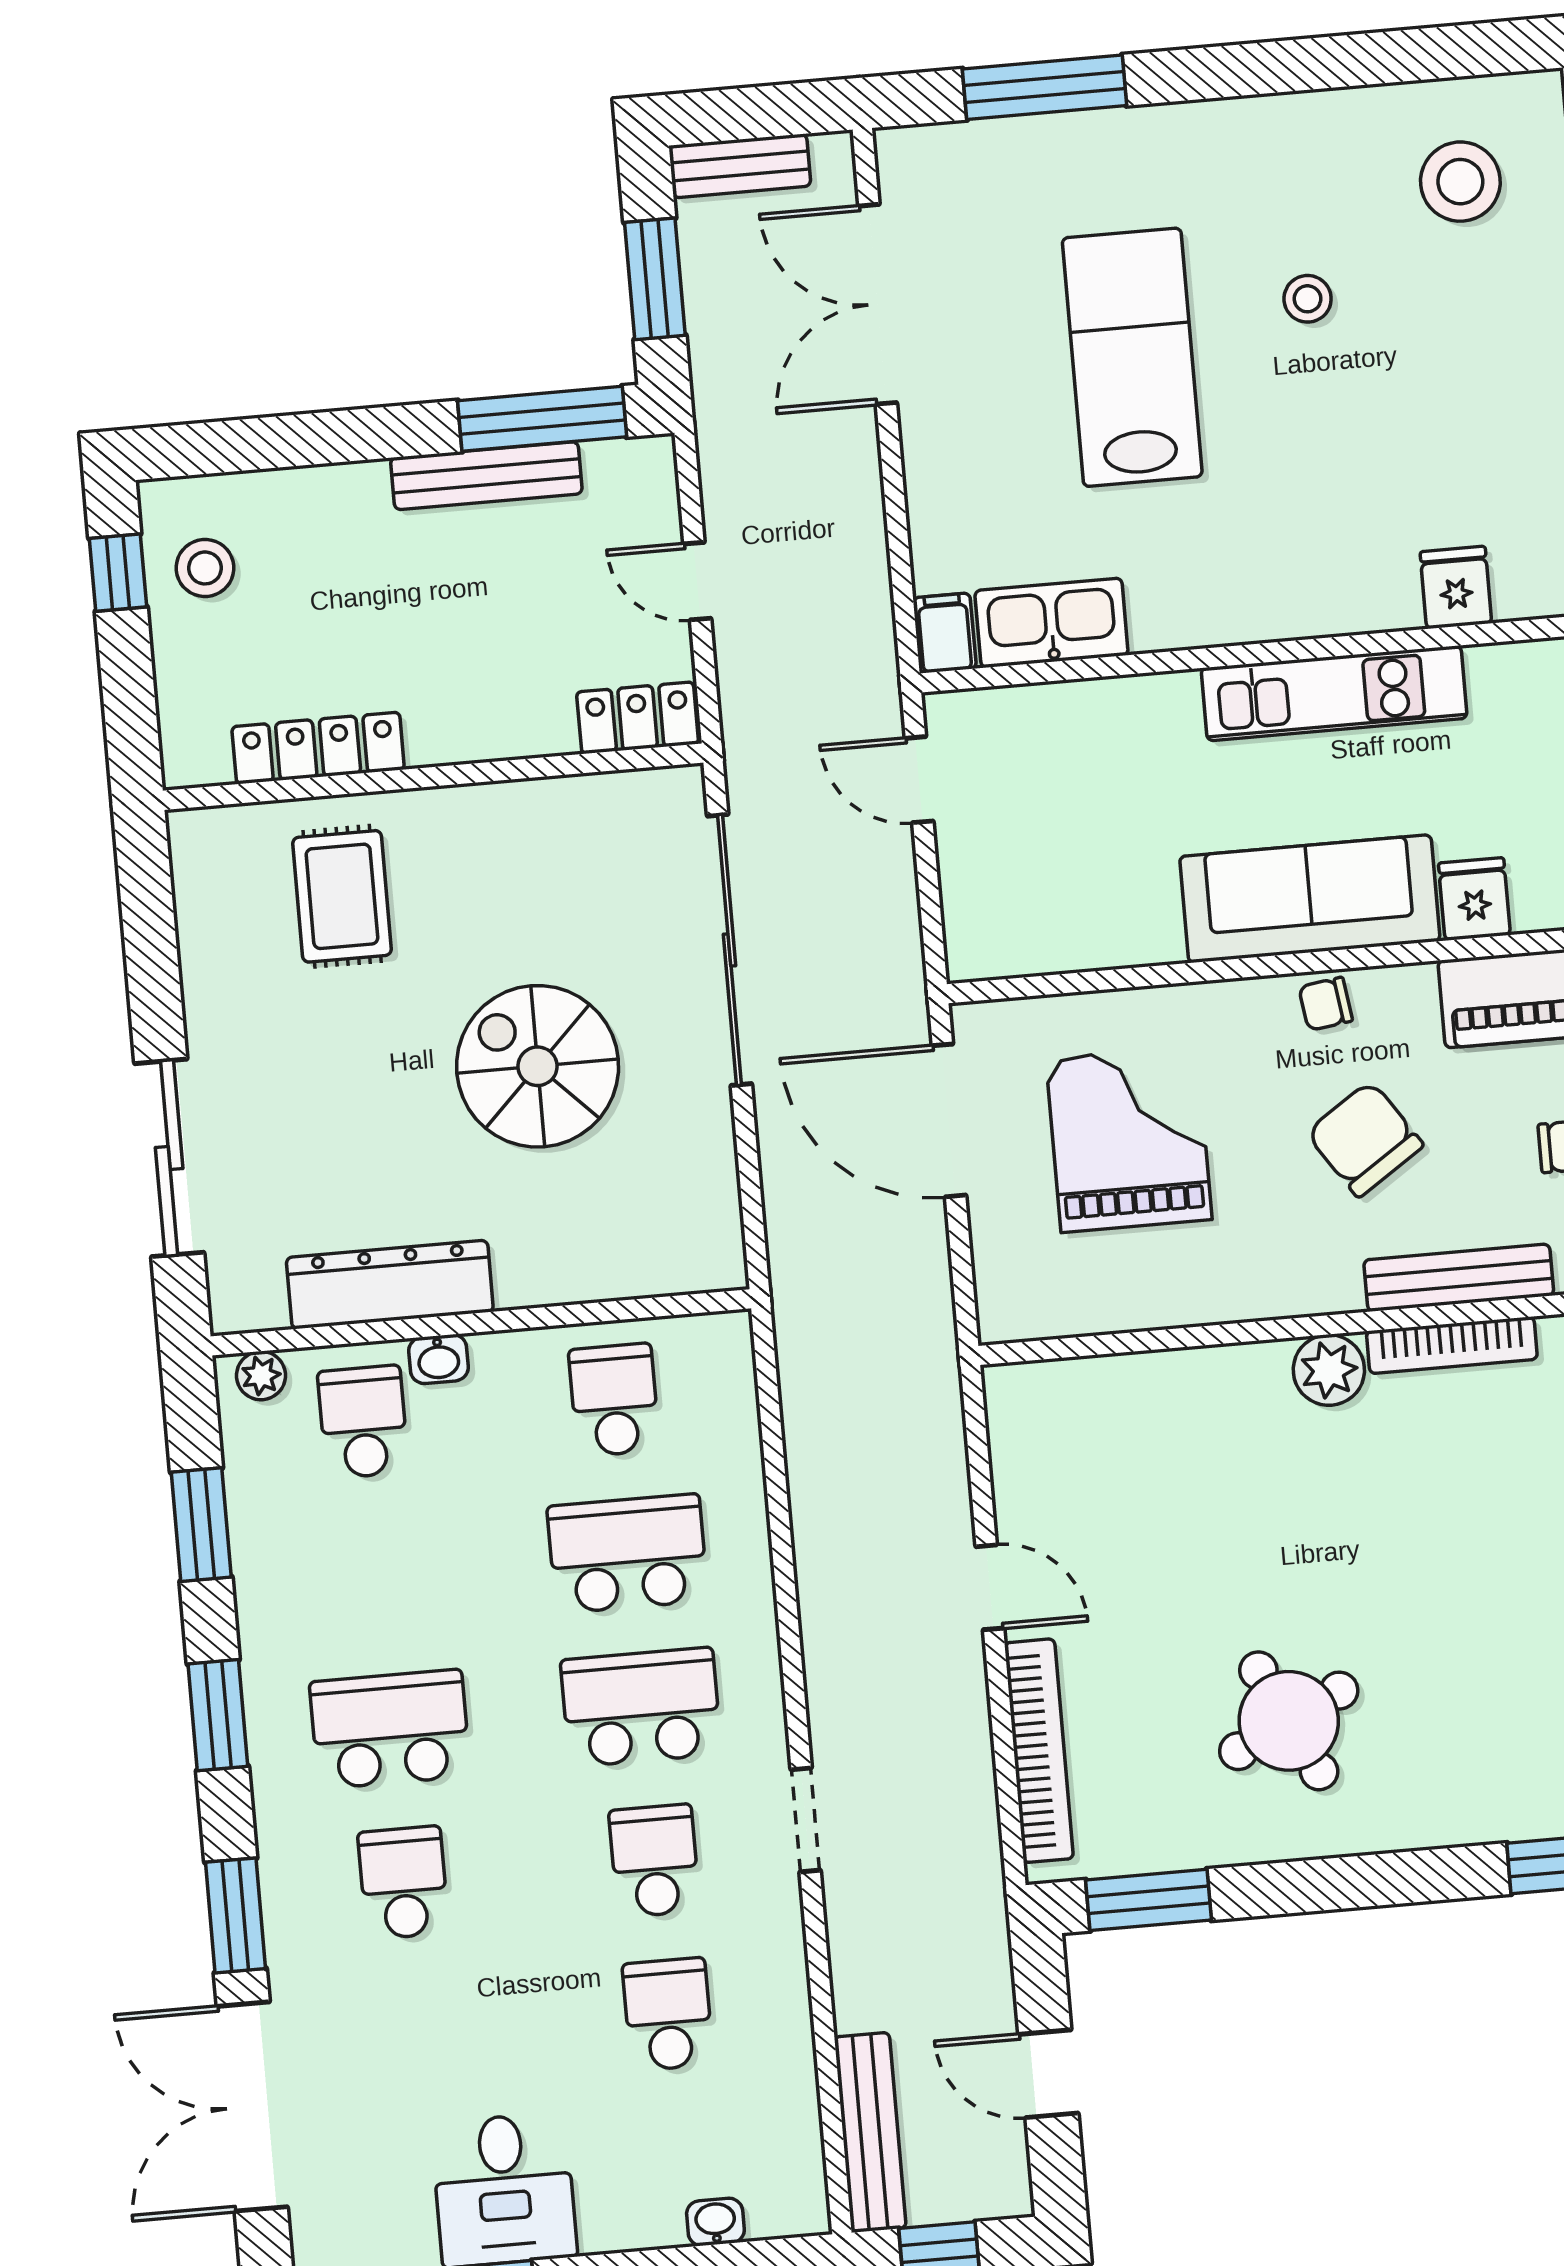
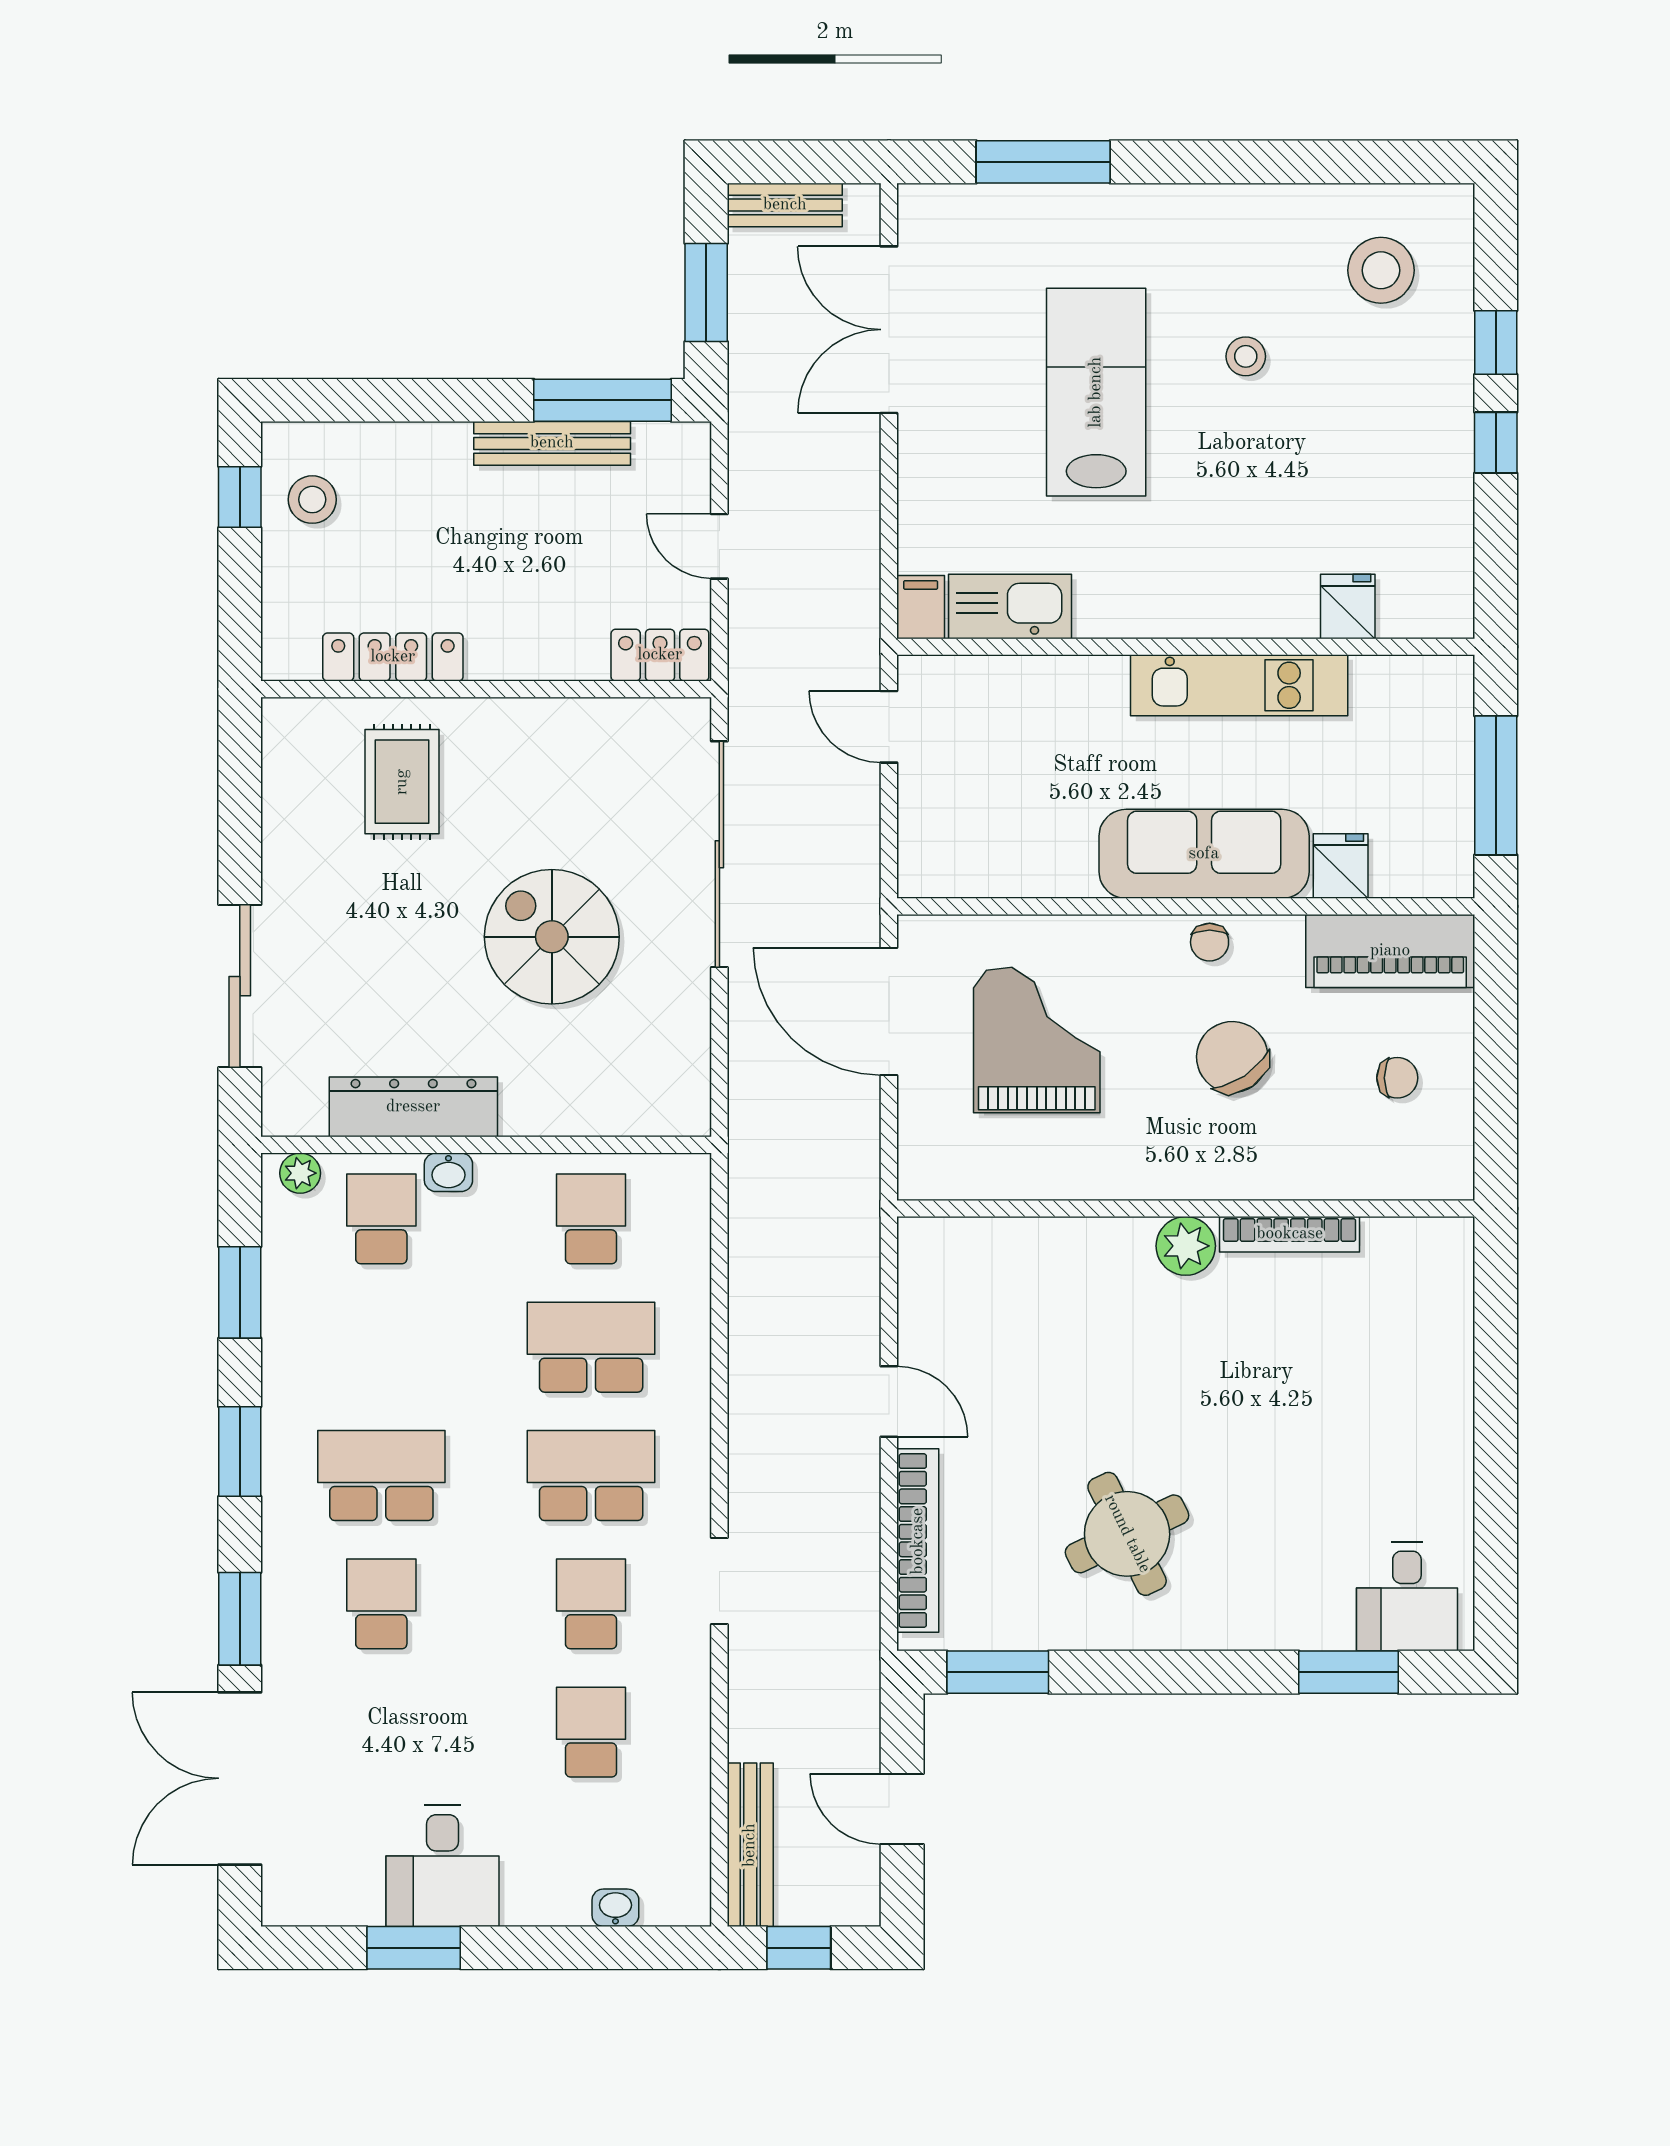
chair: (1326, 1004) -> (1210, 942), turned -82
bench: (1459, 1278) -> (1300, 1179), removed

